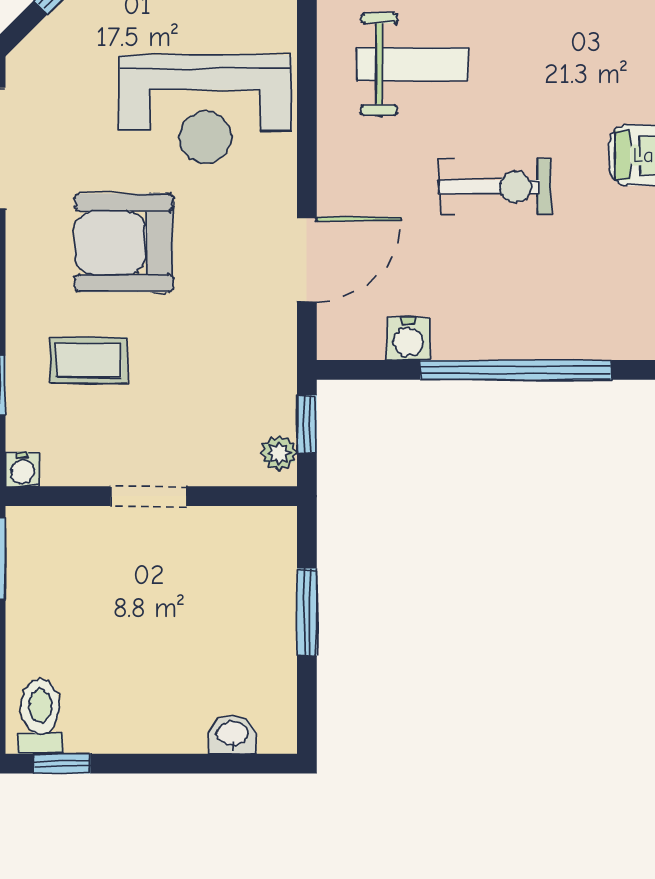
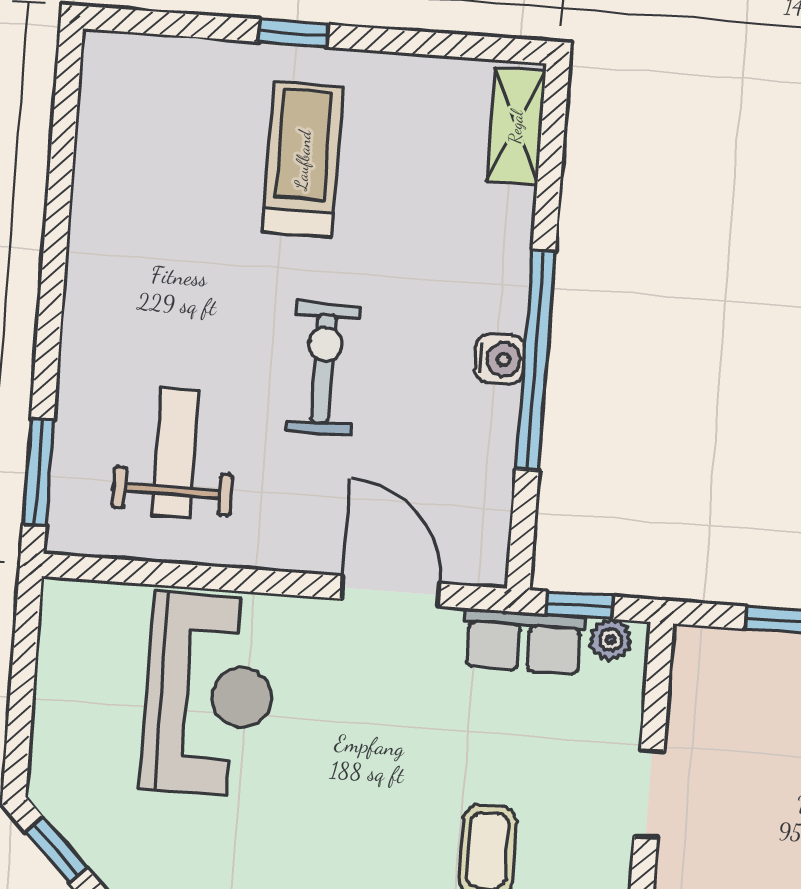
armchair: (124, 243) -> (356, 800), removed
water cooler: (408, 339) -> (500, 359), moved
row of seats: (272, 378) -> (524, 642), added

